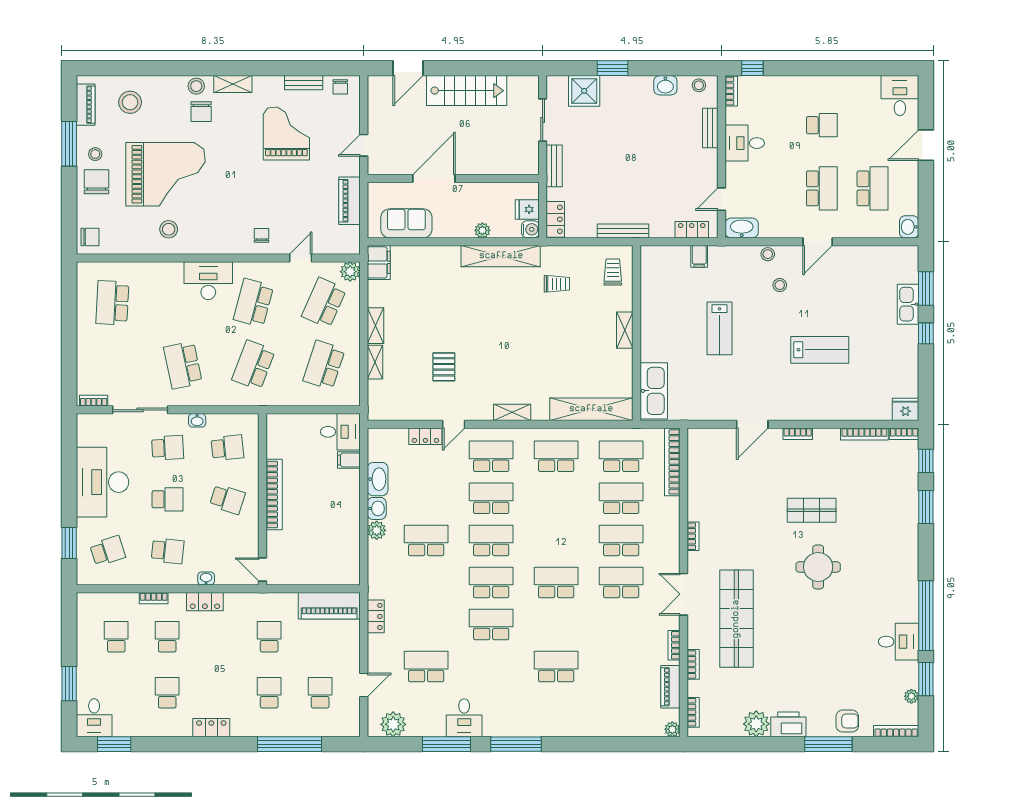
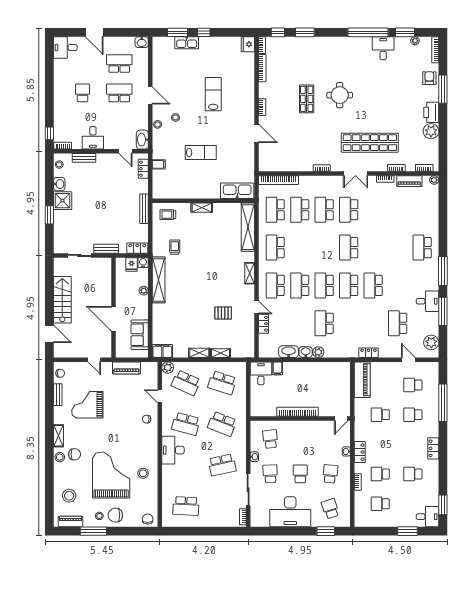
shower: (584, 91) -> (63, 201), moved
school desk: (227, 499) -> (300, 439), removed
school desk: (556, 667) -> (422, 248), moved

